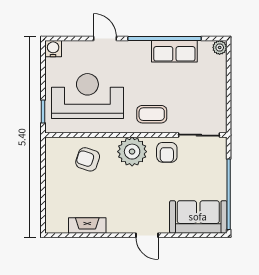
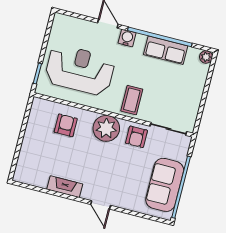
water cooler: (53, 49) -> (127, 38), moved
coffee table: (152, 114) -> (132, 100), turned 90
armchair: (88, 159) -> (66, 125), turned 72
sofa: (198, 217) -> (165, 185), moved, turned -90
fireplace: (87, 226) -> (65, 187), moved

